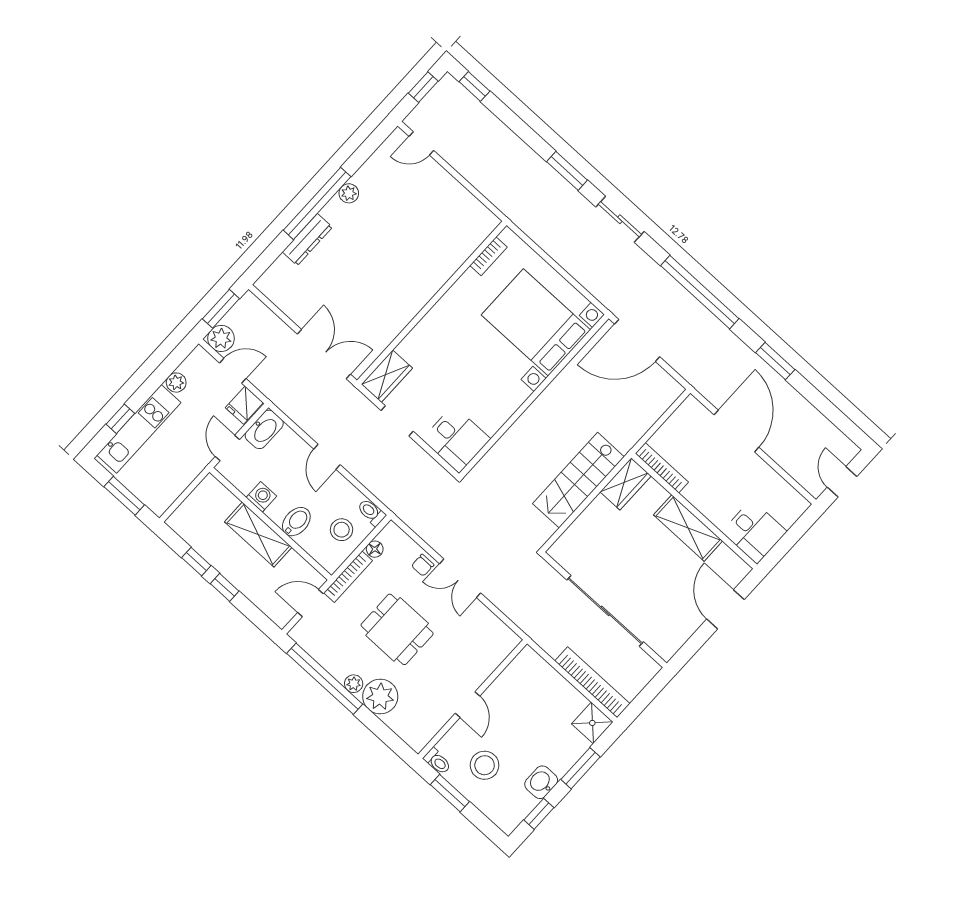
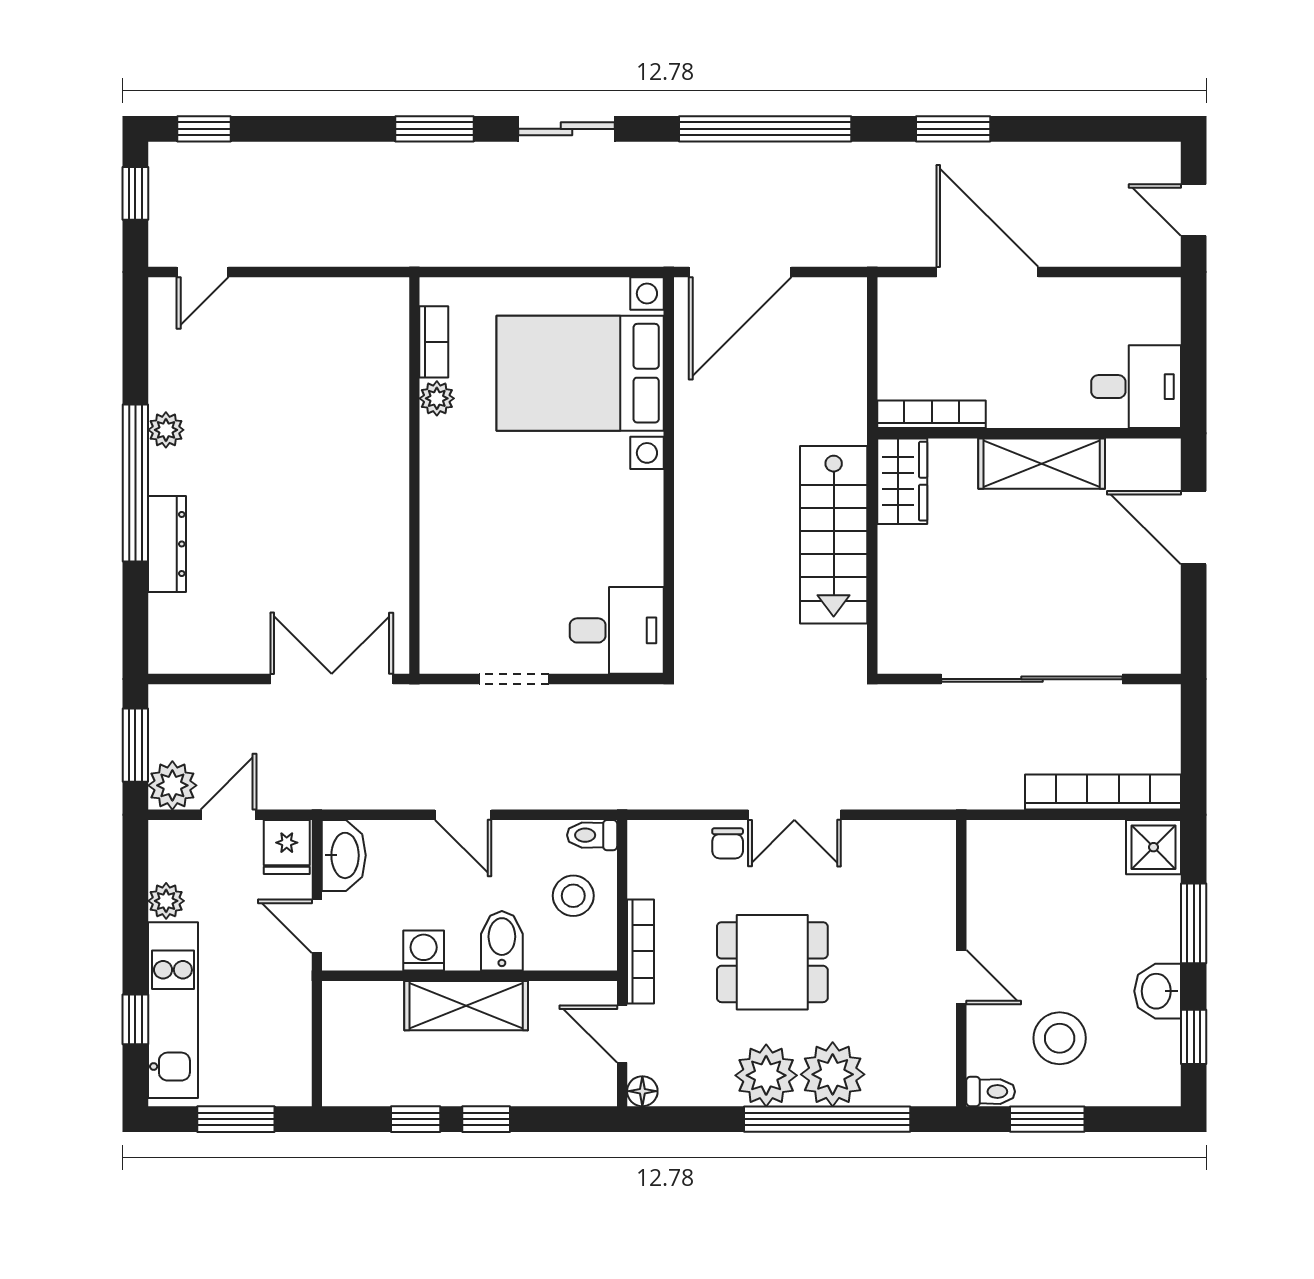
plant: (469, 280) -> (437, 398), added
wardrobe: (387, 376) -> (444, 631), removed
floor lamp: (375, 549) -> (642, 1091), moved
door: (310, 603) -> (622, 1034), hinge flipped
window: (325, 679) -> (827, 1119), moved
plant: (354, 684) -> (766, 1075), width x1.88, depth x1.88

